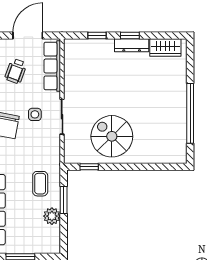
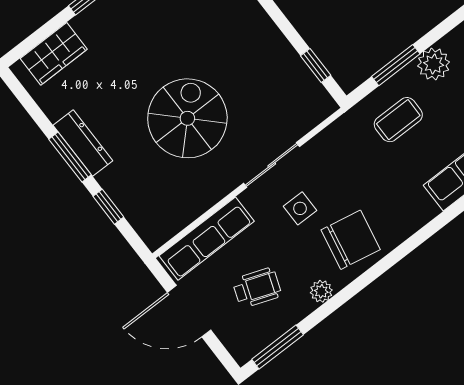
window: (130, 35) -> (70, 157), width x1.50
wardrobe: (165, 48) -> (54, 54), moved, turned 90
spiral stairs: (112, 136) -> (187, 118), moved, turned 180

